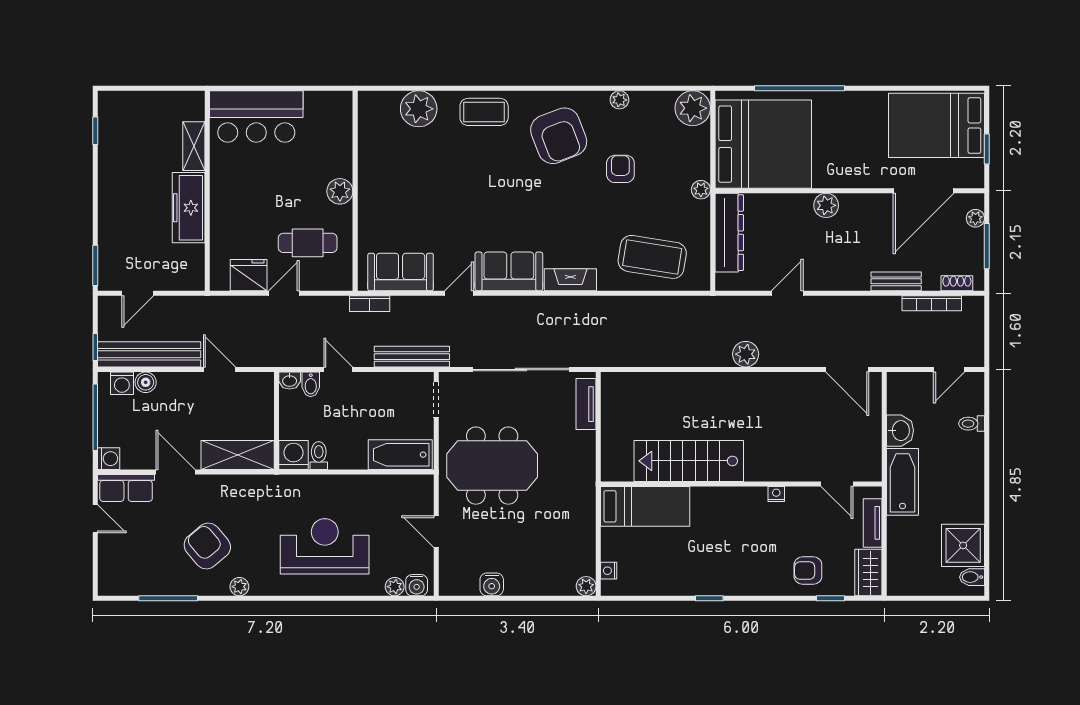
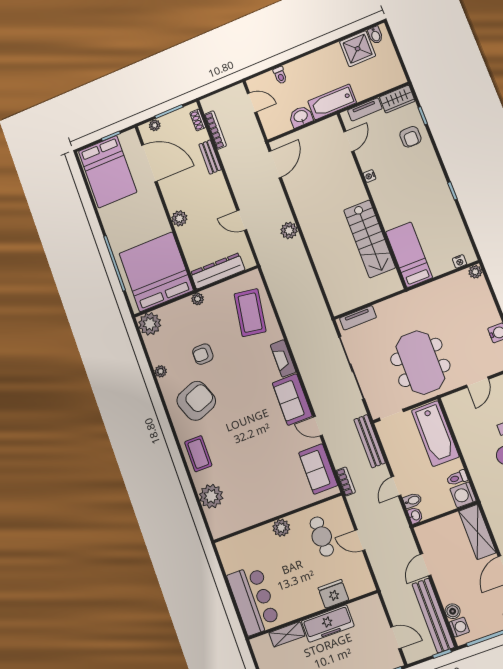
fridge: (249, 275) -> (333, 594), moved, turned 90
bathtub: (400, 455) -> (435, 434), width x1.36, depth x1.36

